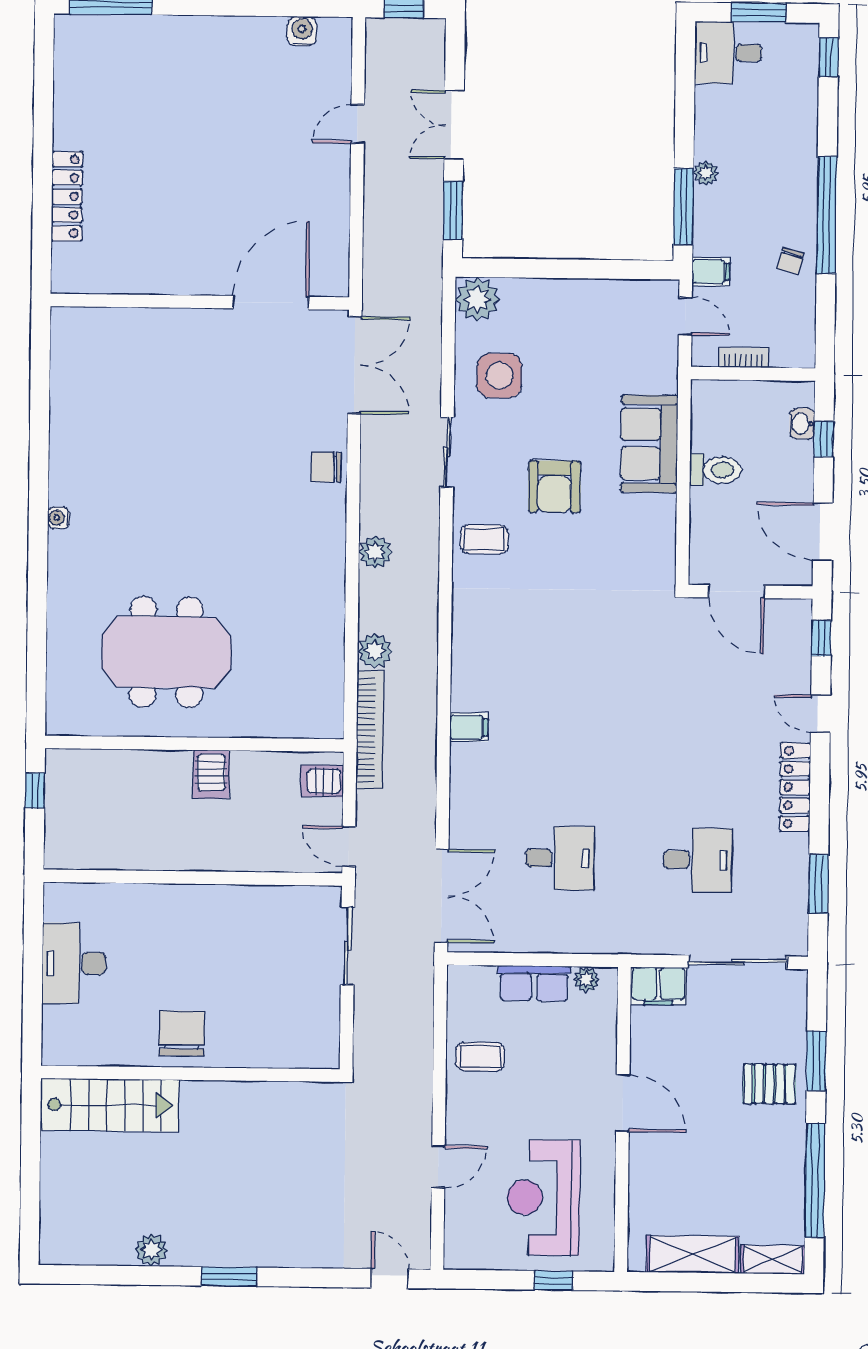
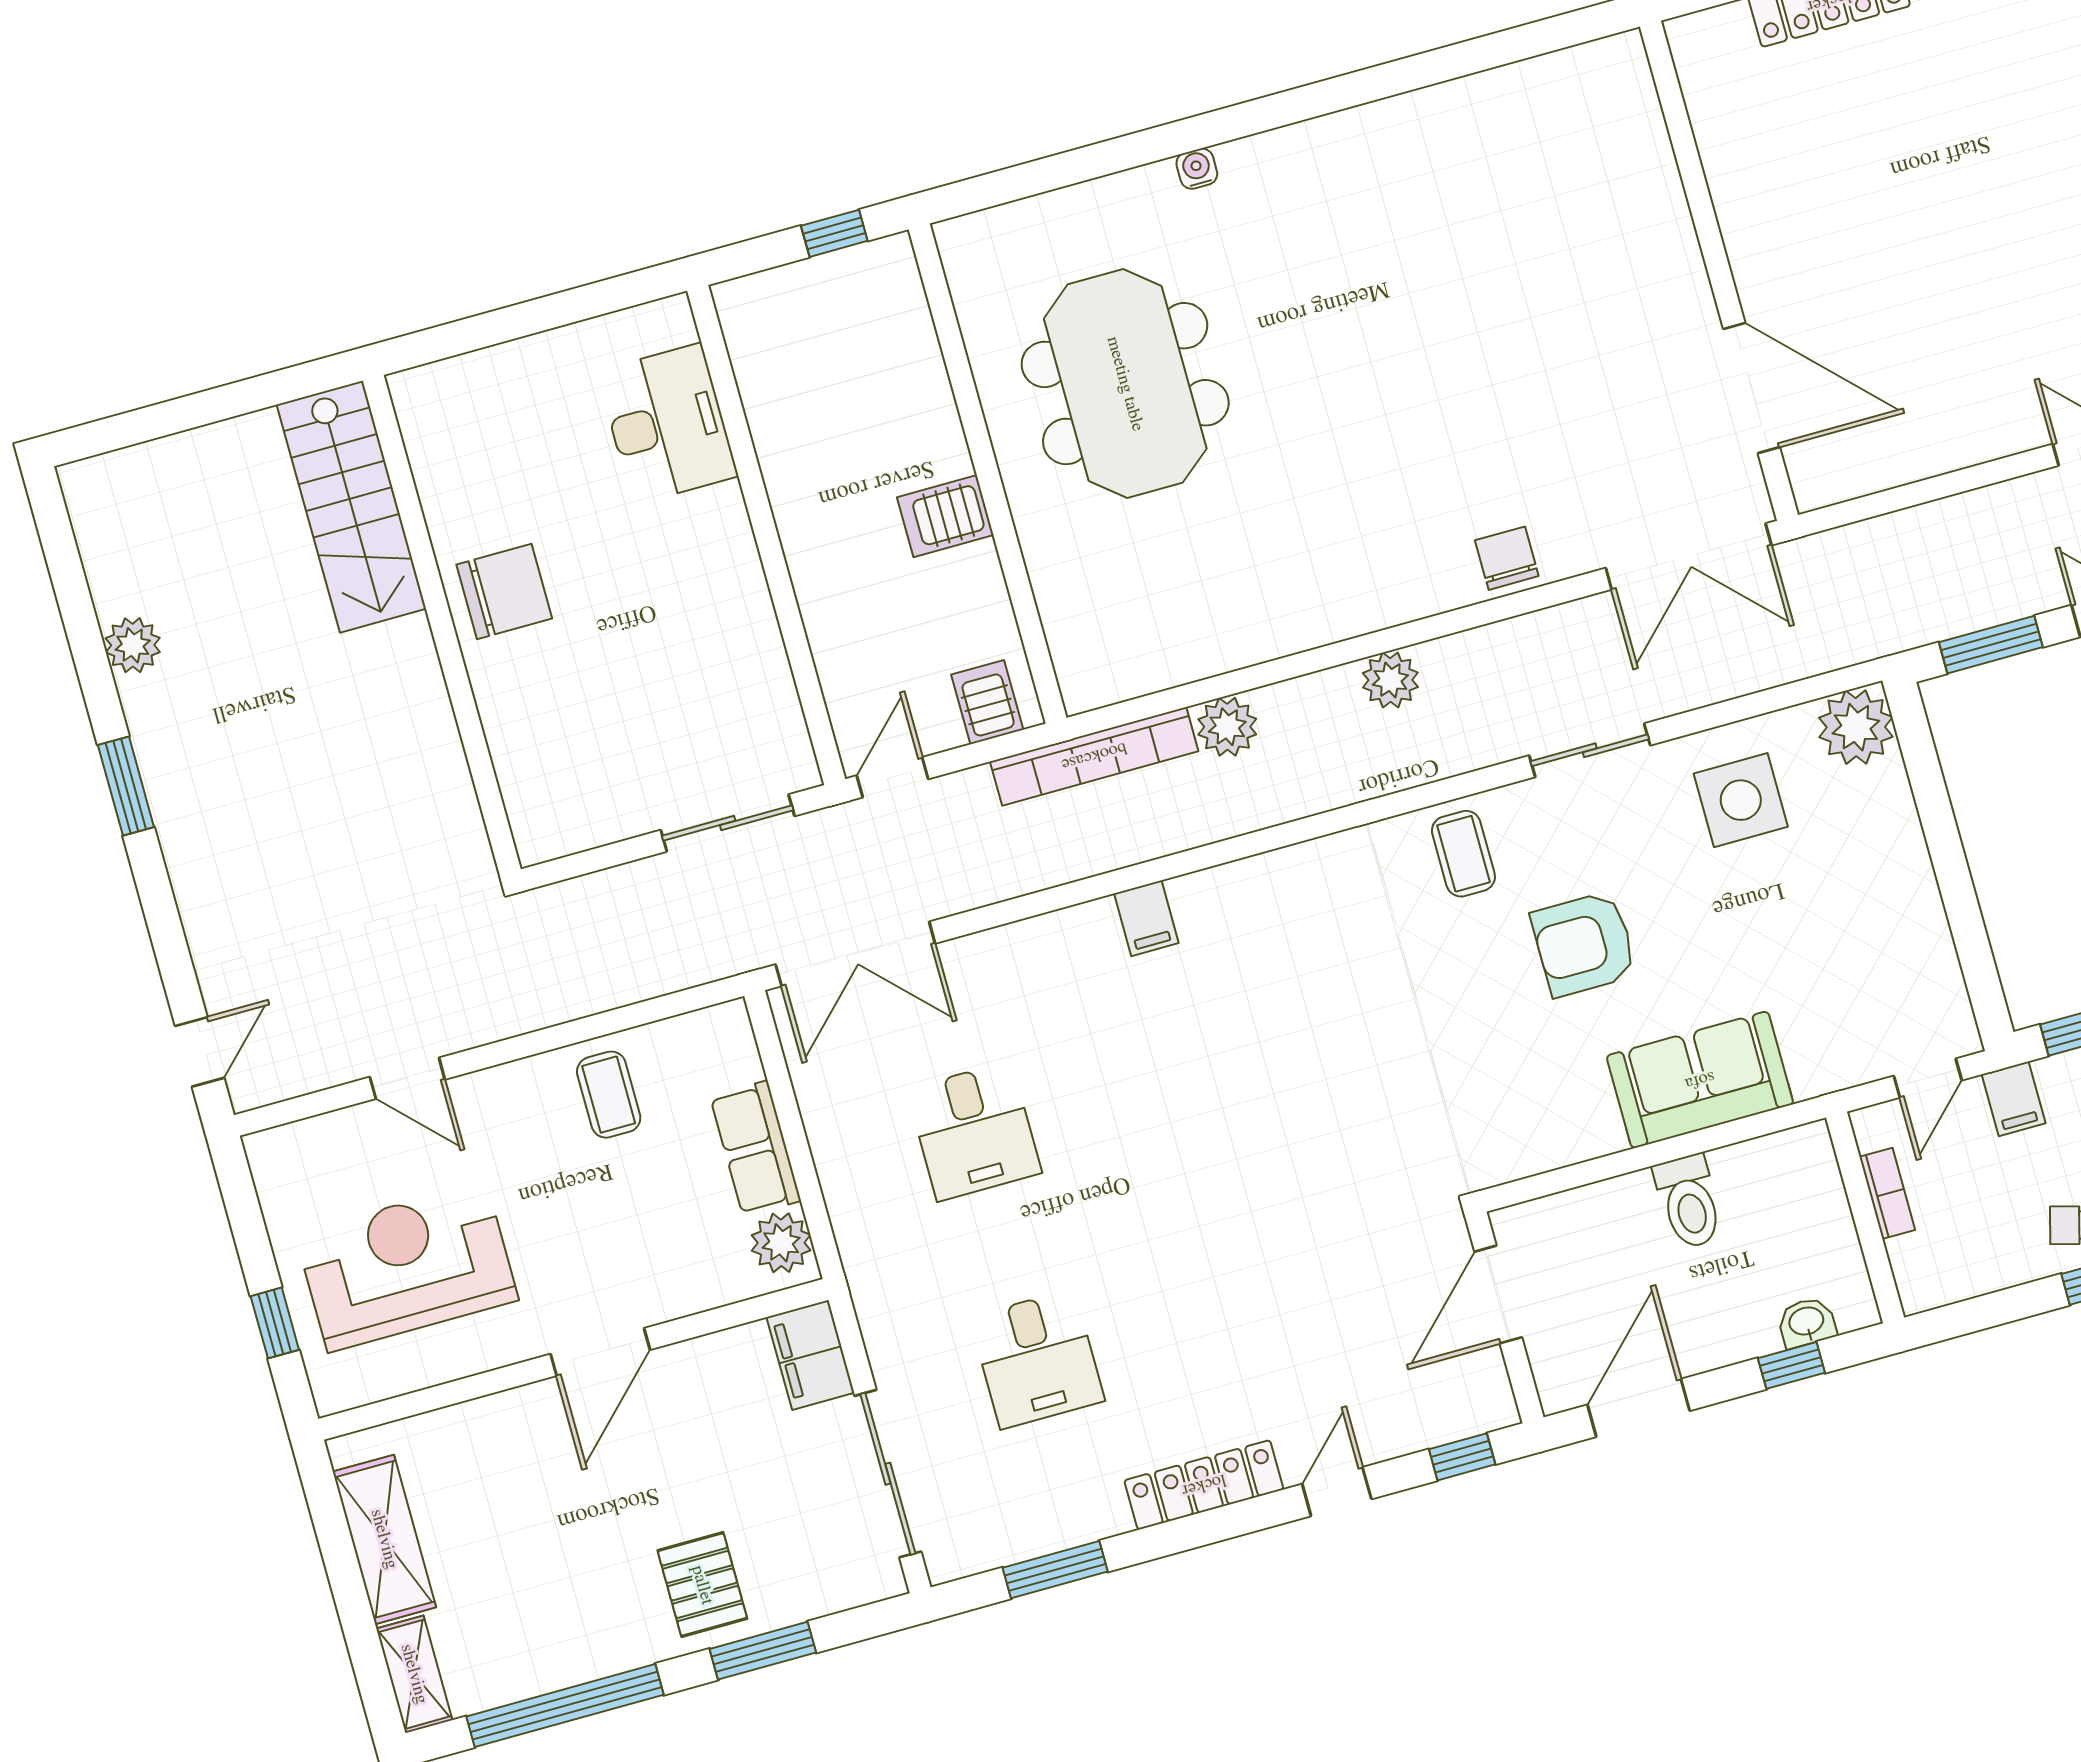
water cooler: (58, 518) -> (1197, 169), moved
desk: (74, 963) -> (667, 424), moved, turned 90
plant: (586, 979) -> (781, 1243), width x1.38, depth x1.38

